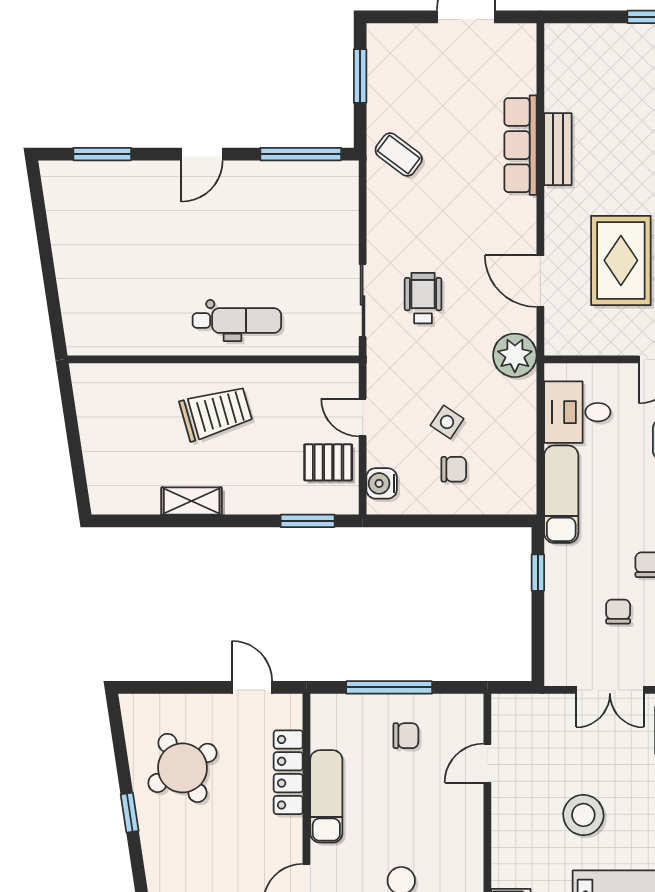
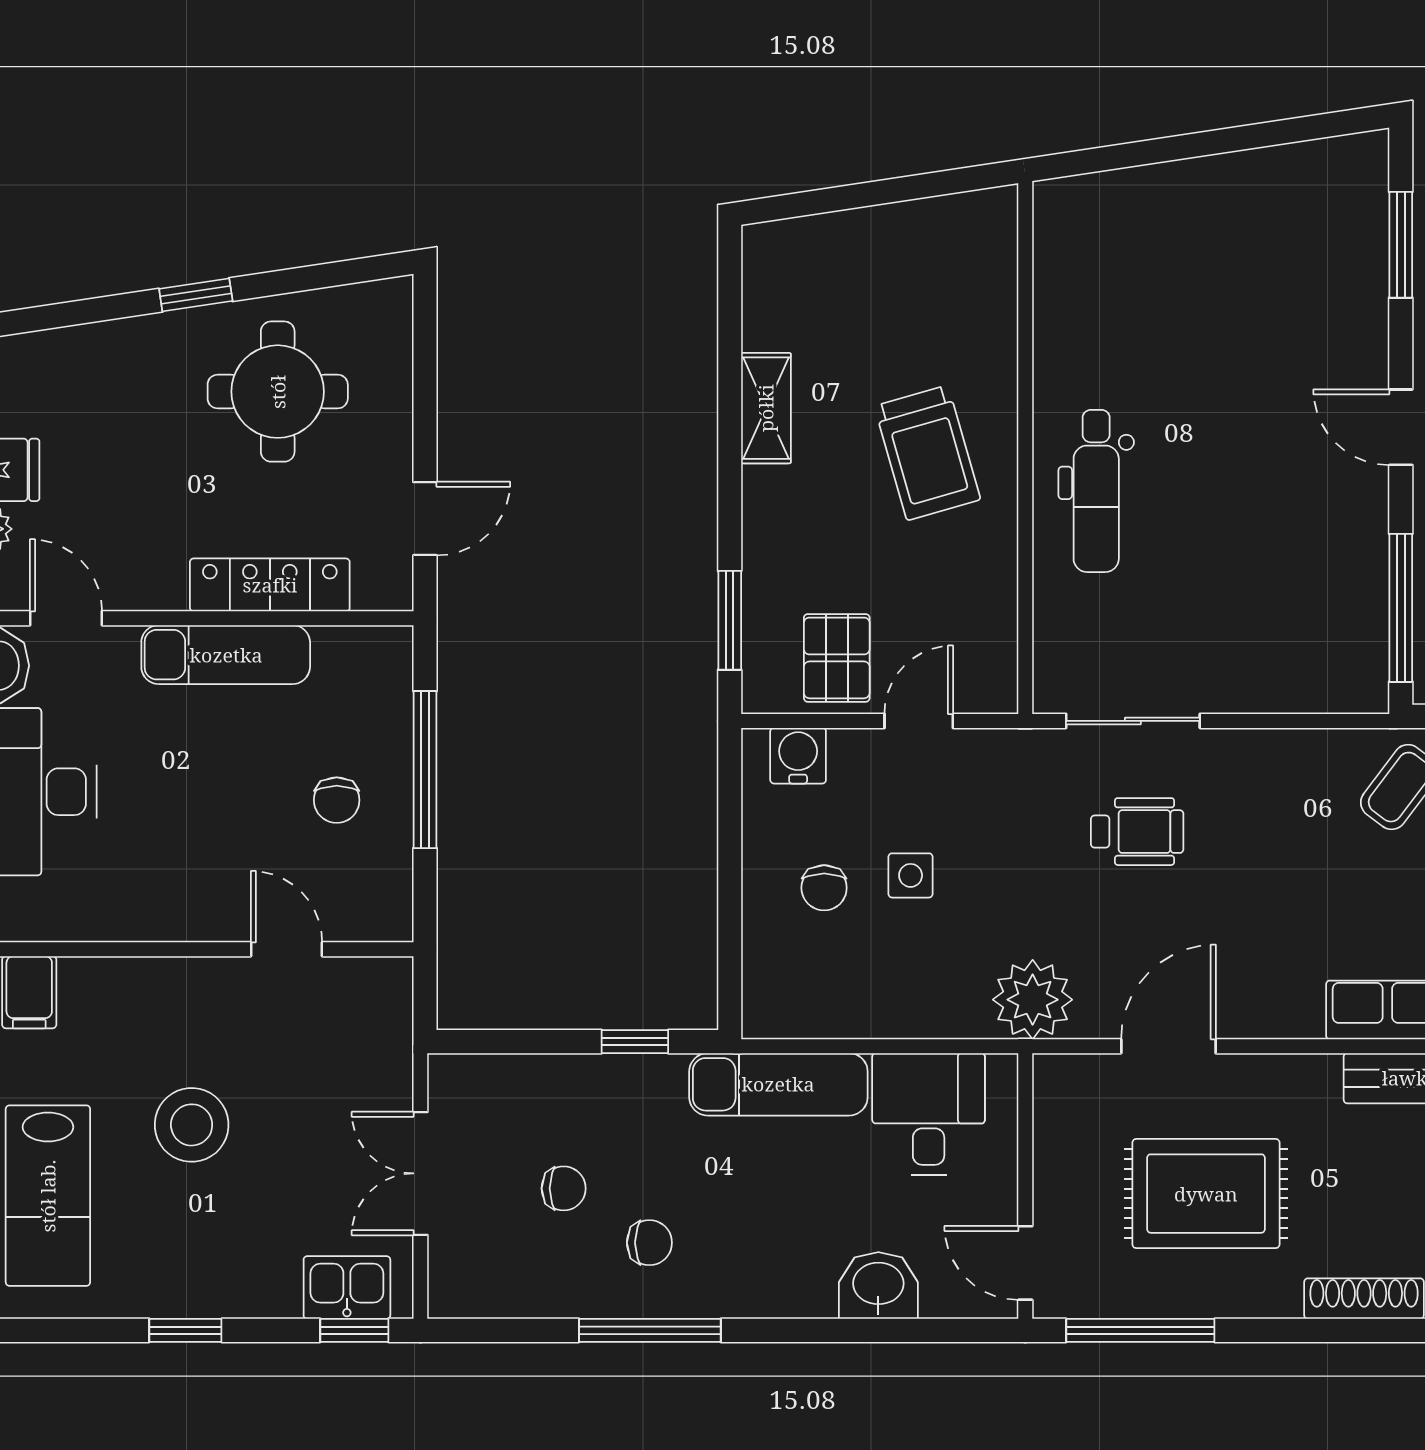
side table: (447, 422) -> (911, 875), turned -34
round table: (182, 768) -> (278, 392), turned 31

